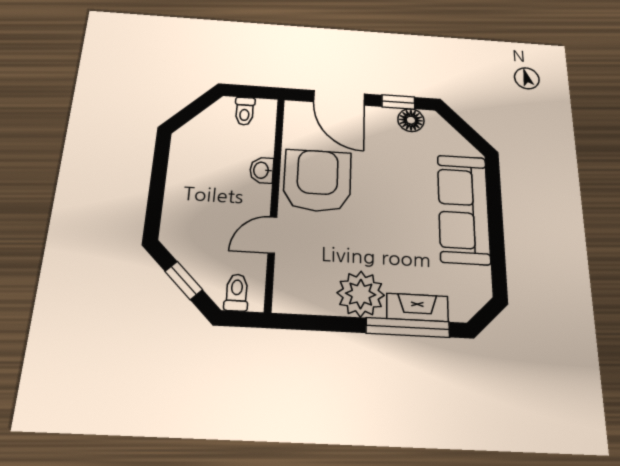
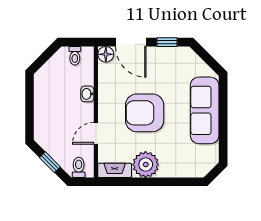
floor lamp: (411, 120) -> (106, 54), moved
armchair: (317, 181) -> (145, 113), moved, turned -90
fireplace: (417, 307) -> (115, 170), moved
window: (408, 328) -> (171, 182), removed

